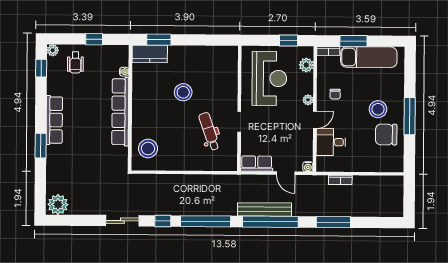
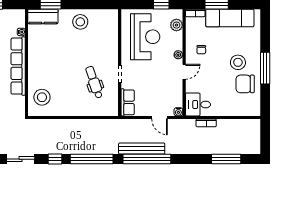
stool: (183, 92) -> (80, 22), moved
desk: (331, 142) -> (198, 104), moved
row of seats: (257, 164) -> (128, 102), moved, turned 90
window: (333, 222) -> (226, 159), moved

